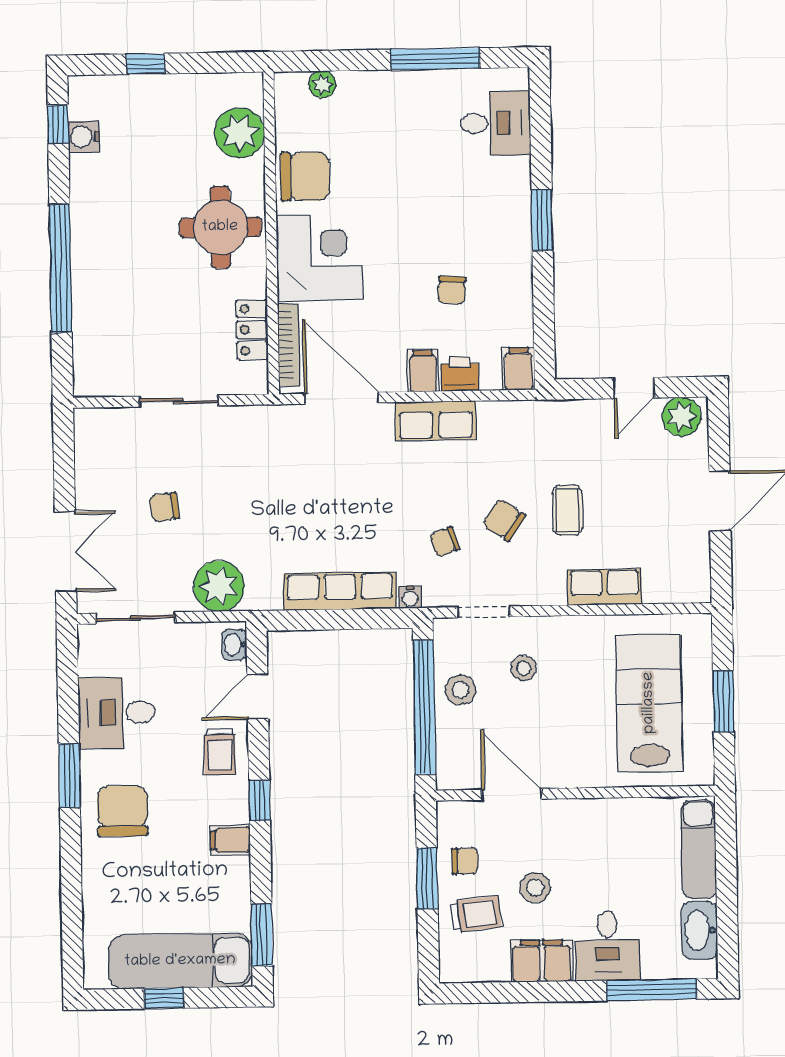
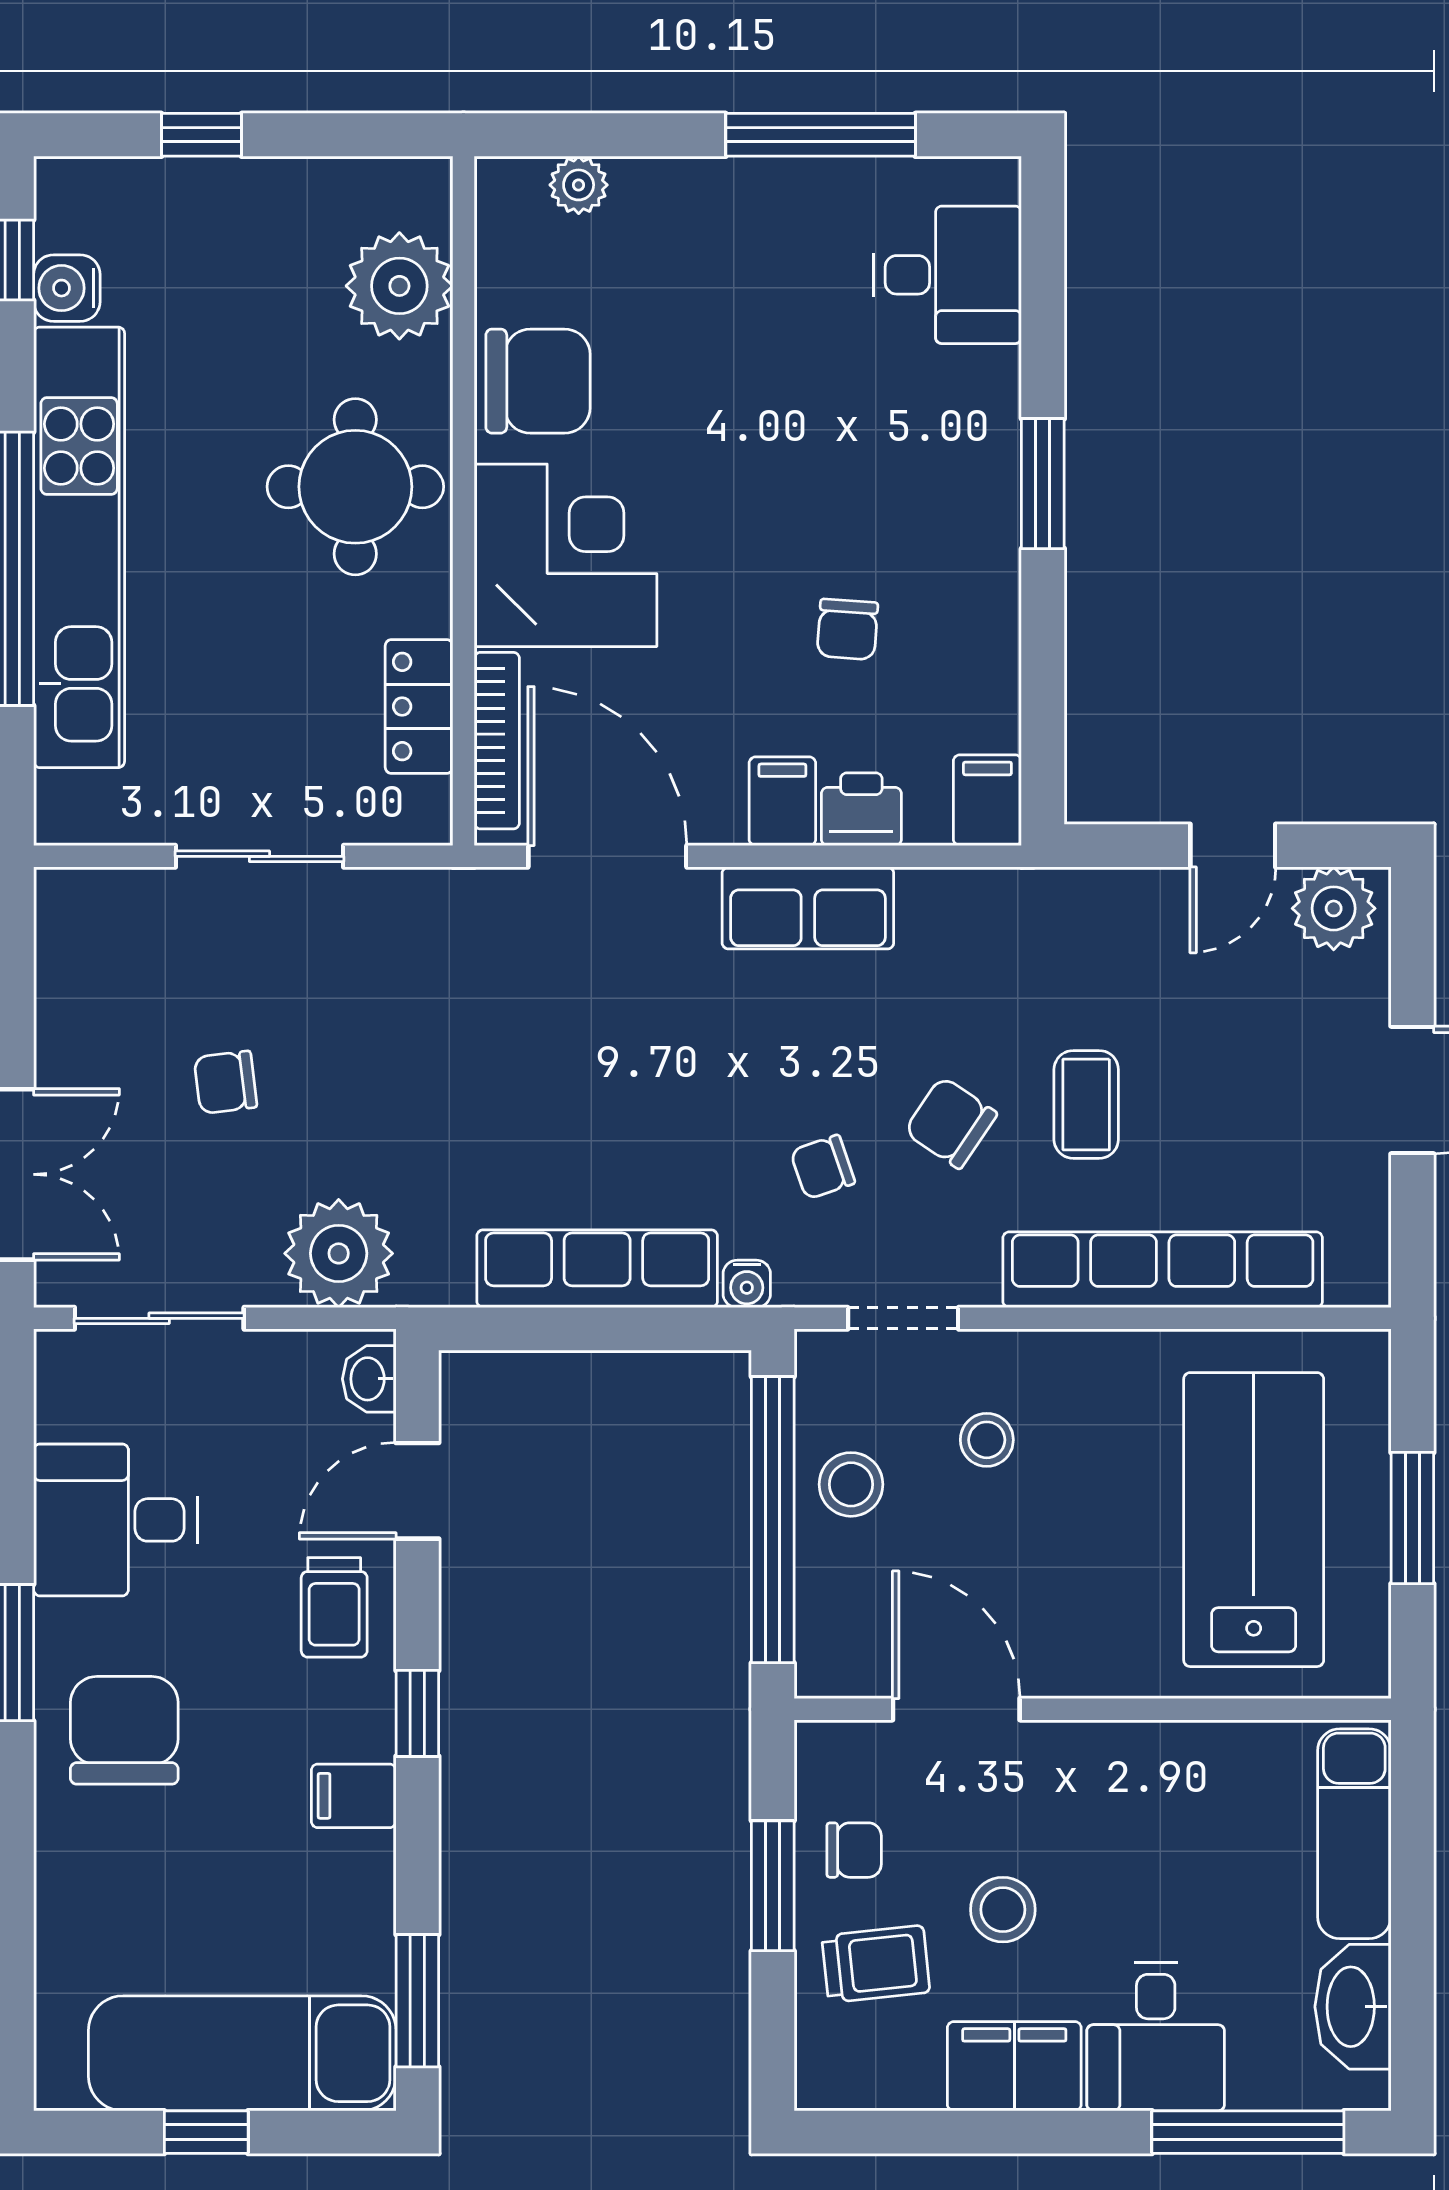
kitchen unit: (92, 258) -> (79, 547), added
row of seats: (605, 587) -> (1163, 1270), width x2.02

